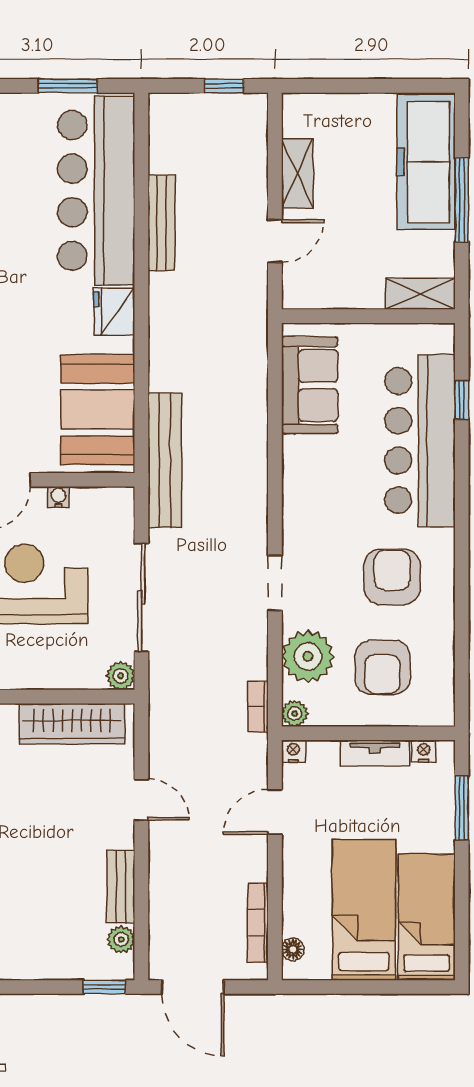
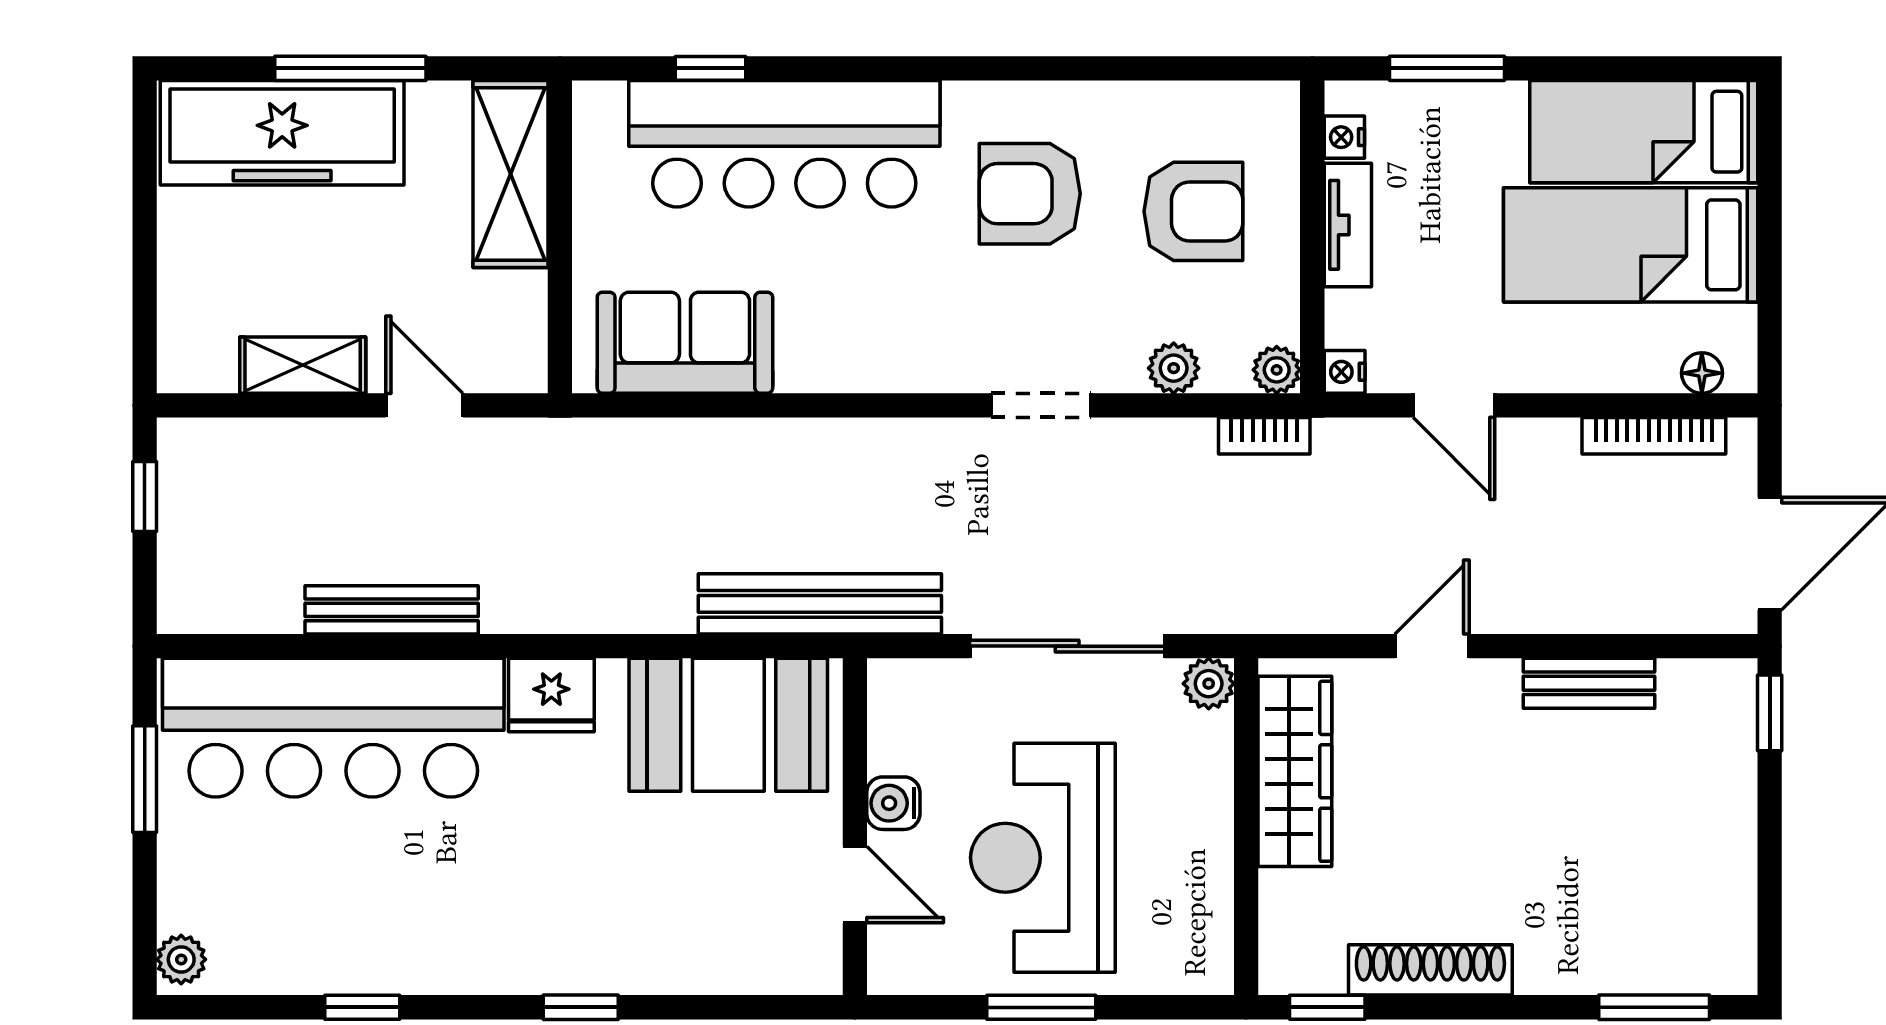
shelving: (420, 294) -> (510, 174), width x1.50, depth x1.33
water cooler: (58, 497) -> (893, 803), width x1.38, depth x1.38
plant: (308, 656) -> (1174, 368), width x0.53, depth x0.53
plant: (121, 939) -> (1684, 683), removed

